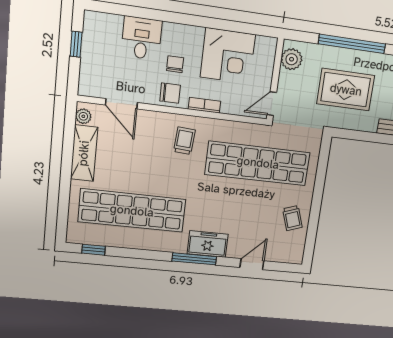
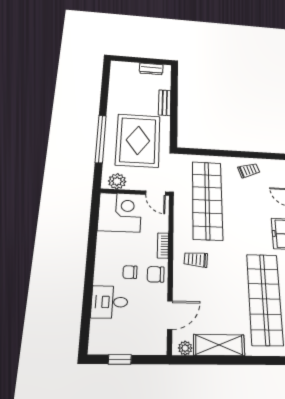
corner desk: (228, 56) -> (120, 212), moved
rug: (346, 90) -> (138, 140), width x1.37, depth x1.44
chair: (170, 93) -> (156, 274), turned -90

